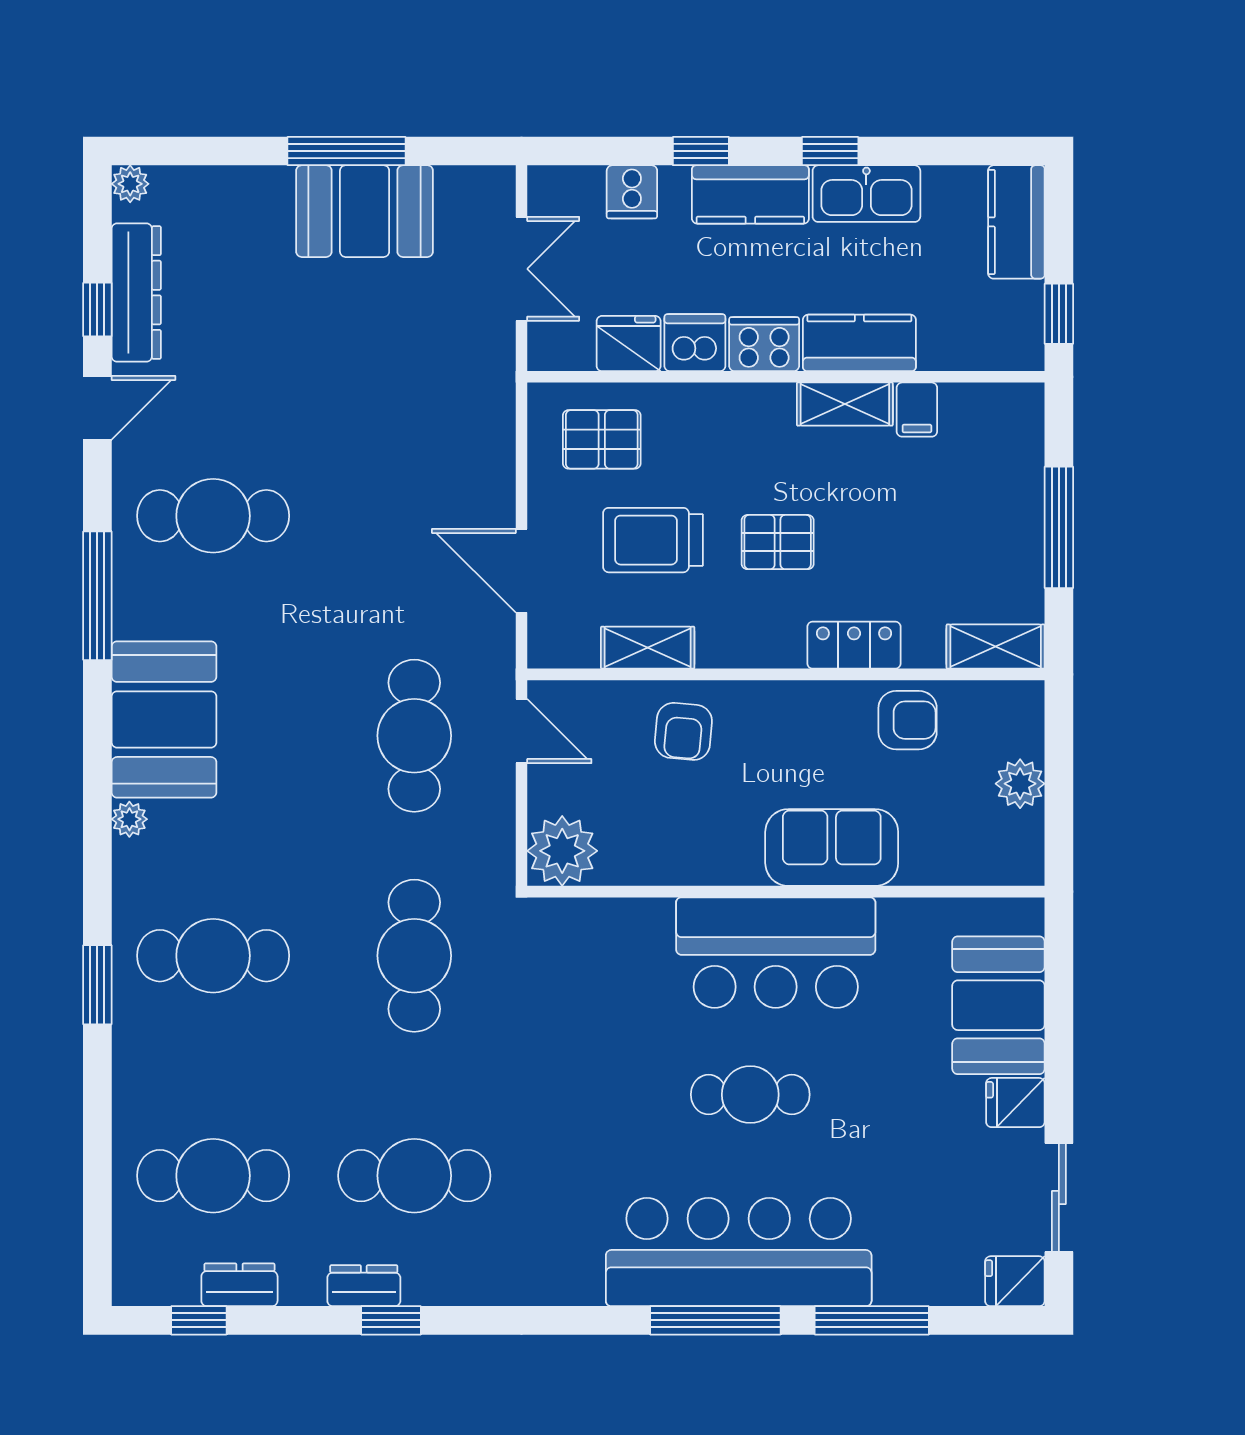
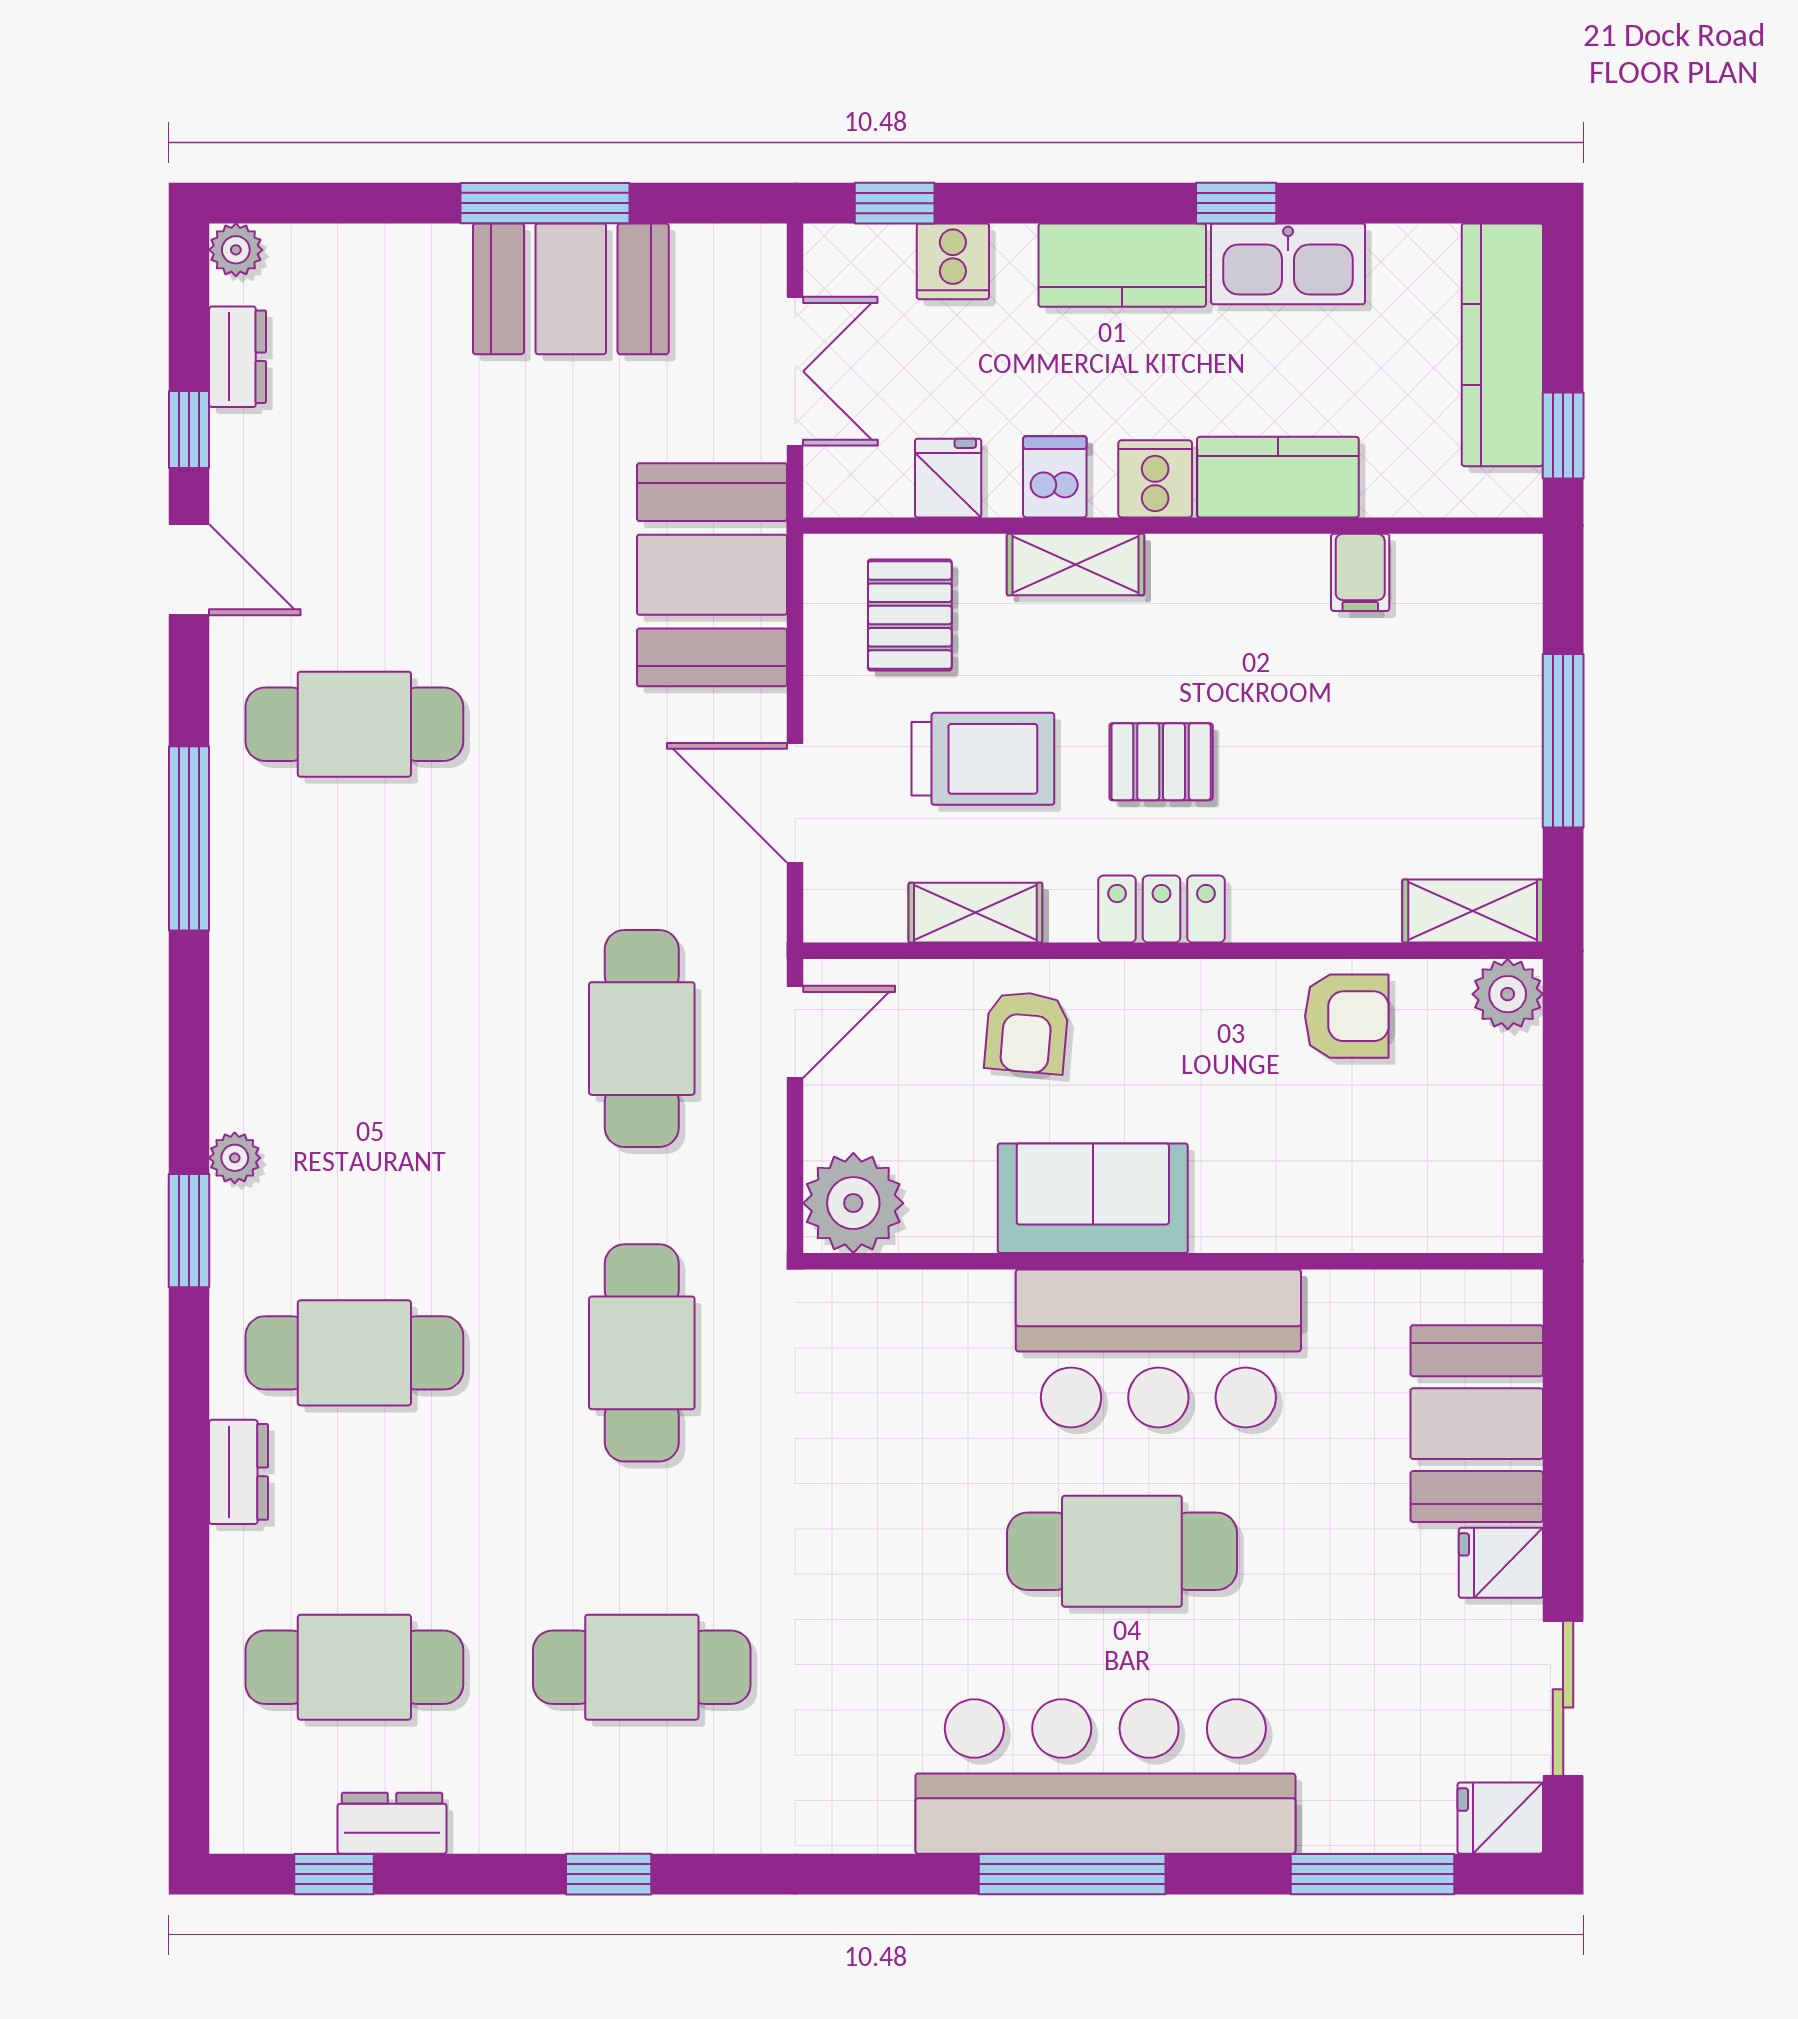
window: (701, 151) -> (895, 203), moved
kitchen counter: (1016, 222) -> (1502, 345), width x1.50
dresser: (136, 293) -> (238, 357), width x0.51, depth x0.80
dishwasher: (695, 343) -> (1055, 477), width x0.73
fridge: (629, 344) -> (948, 478), width x0.72
cooker: (764, 344) -> (1155, 479), width x0.73
shelving: (845, 404) -> (1075, 565), moved
door: (97, 408) -> (189, 570), hinge flipped
pallet: (602, 439) -> (910, 615), turned 90
trolley: (653, 540) -> (983, 759), turned 180
locker: (854, 645) -> (1161, 909), moved
booth: (164, 719) -> (712, 575), moved
door: (521, 731) -> (795, 1032), hinge flipped
plant: (1020, 784) -> (1508, 994), moved
sofa: (832, 847) -> (1093, 1198), moved
window: (97, 985) -> (189, 1231), moved
cafe table: (750, 1095) -> (1122, 1551), width x1.37, depth x1.35
dresser: (364, 1286) -> (239, 1472), moved, turned 90
window: (872, 1320) -> (1372, 1874), moved

